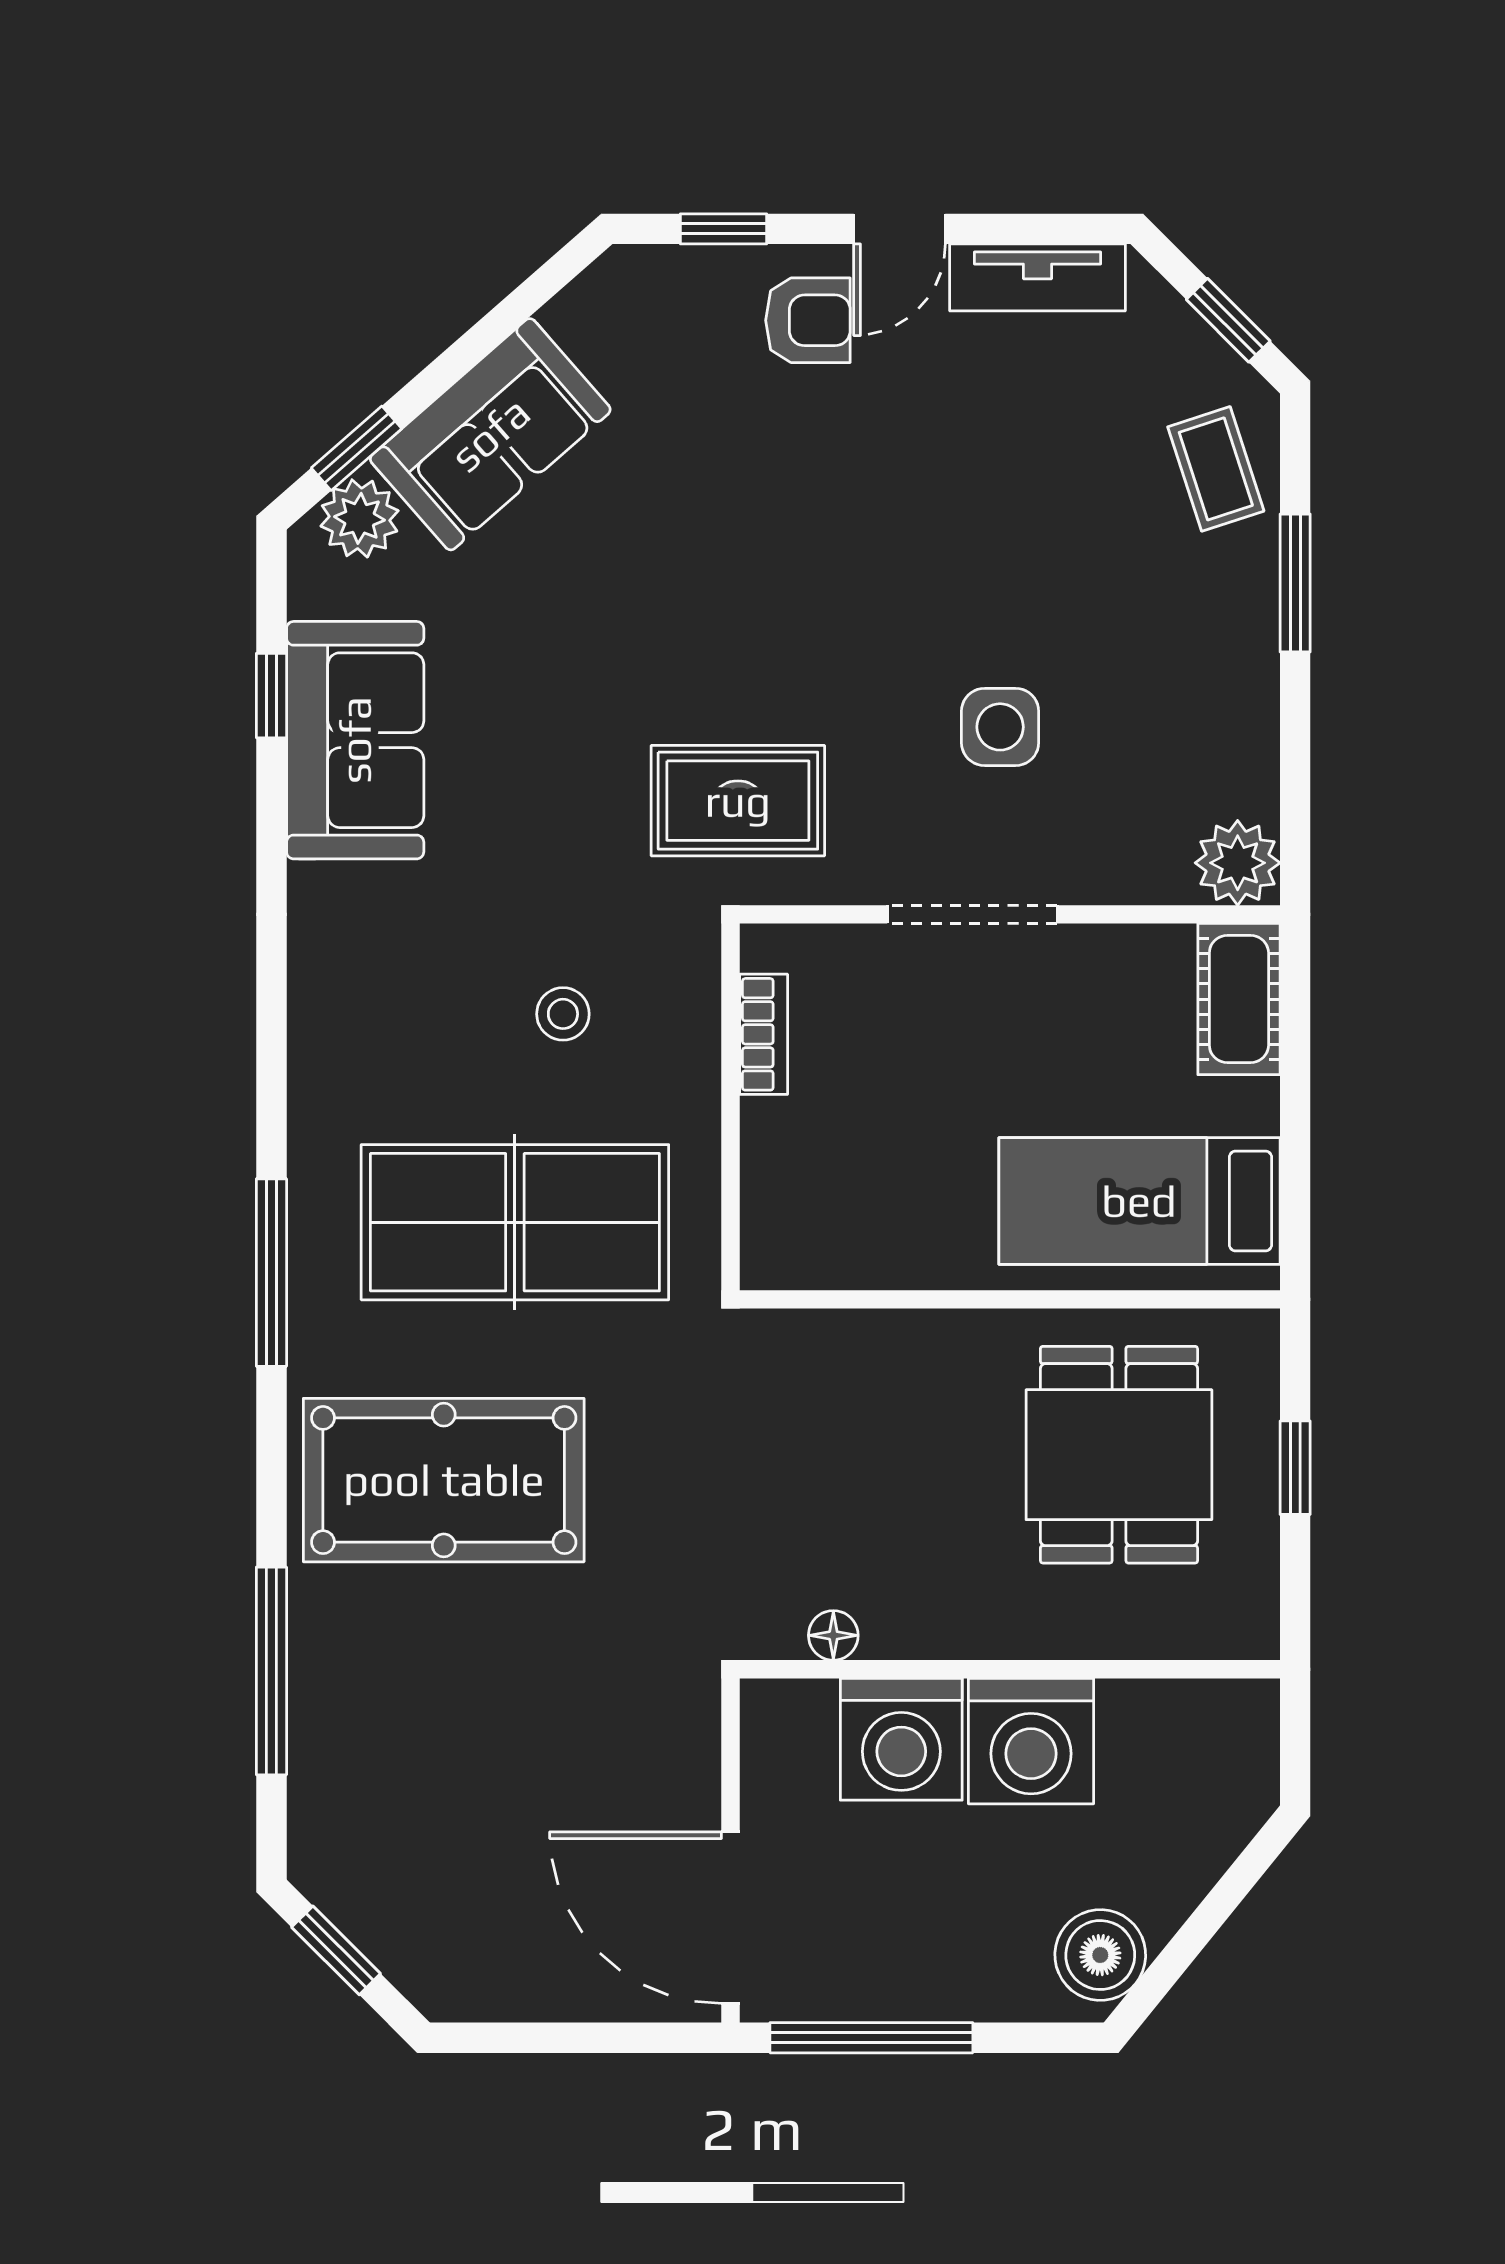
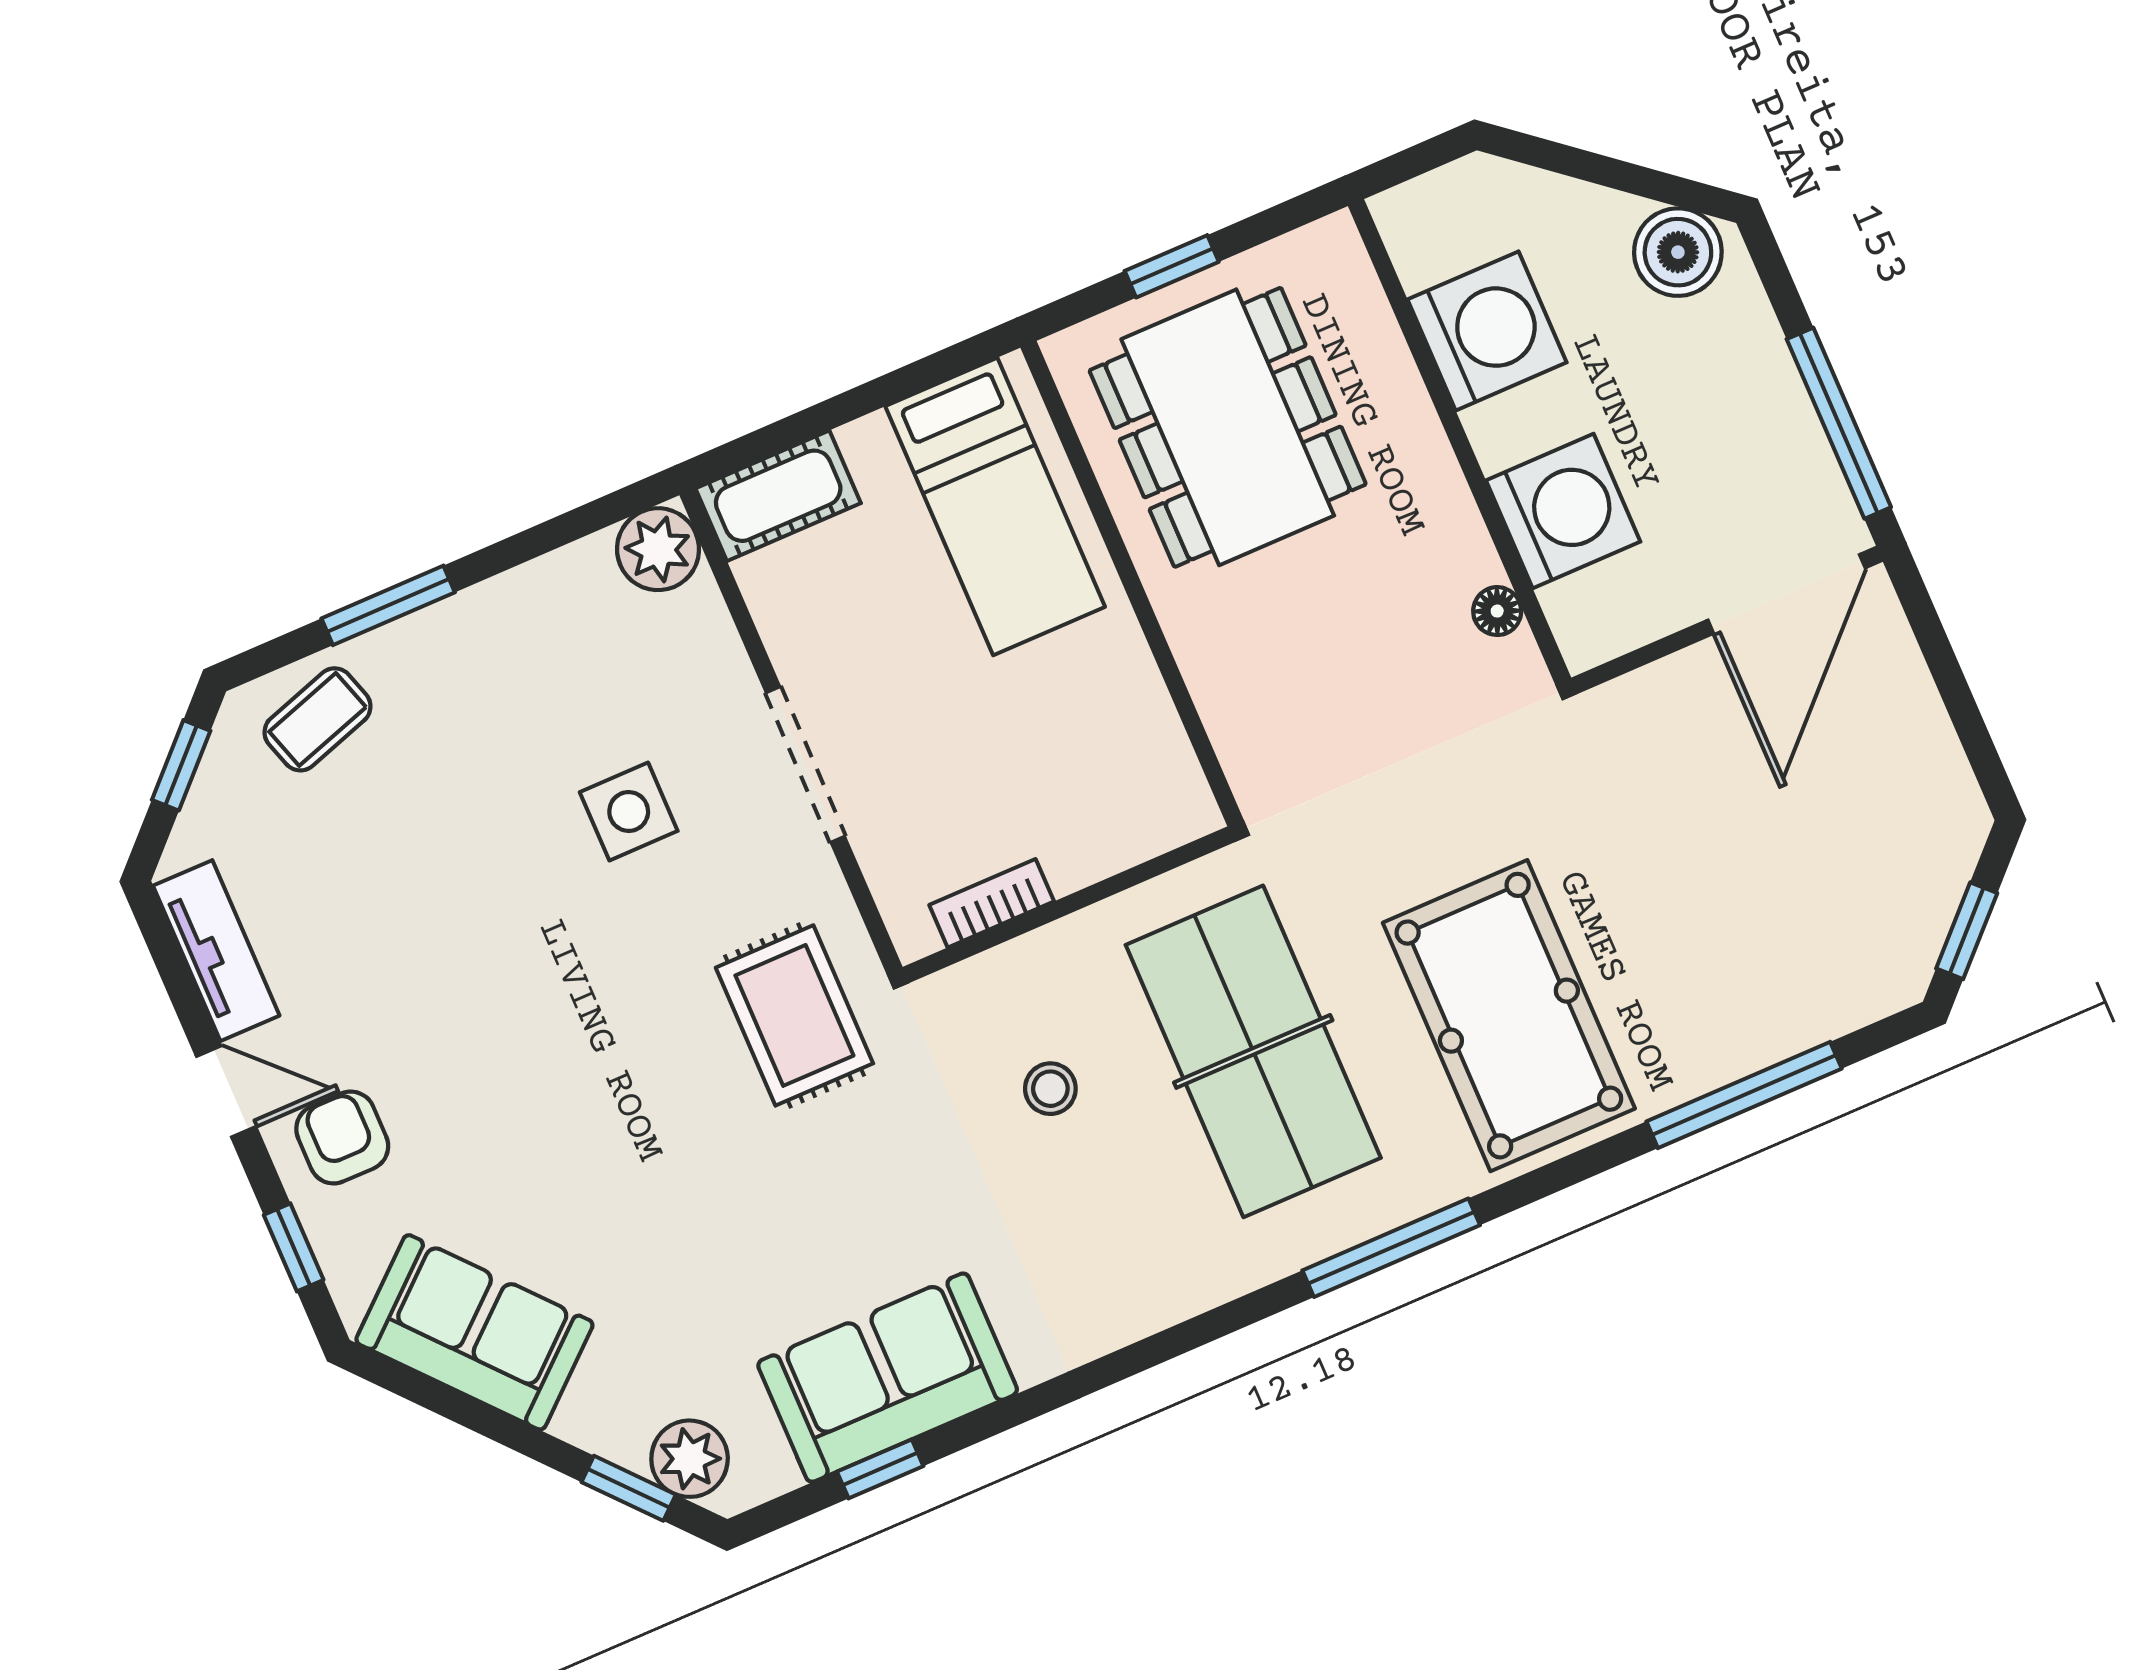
sofa: (490, 434) -> (474, 1332), moved
dining table: (1119, 1455) -> (1228, 427), width x1.38
washing machine: (1031, 1741) -> (1487, 331), moved

